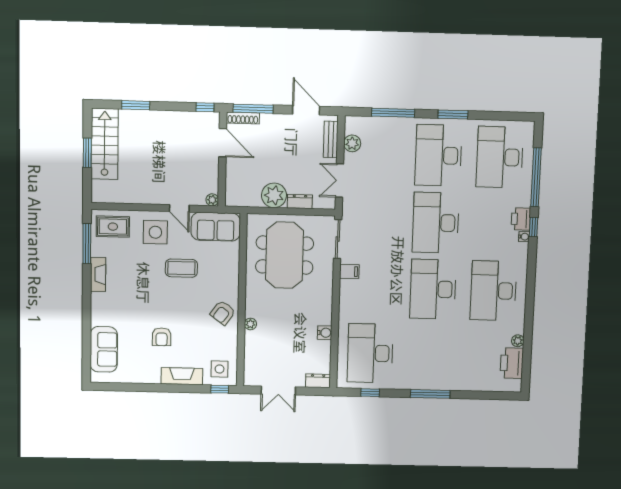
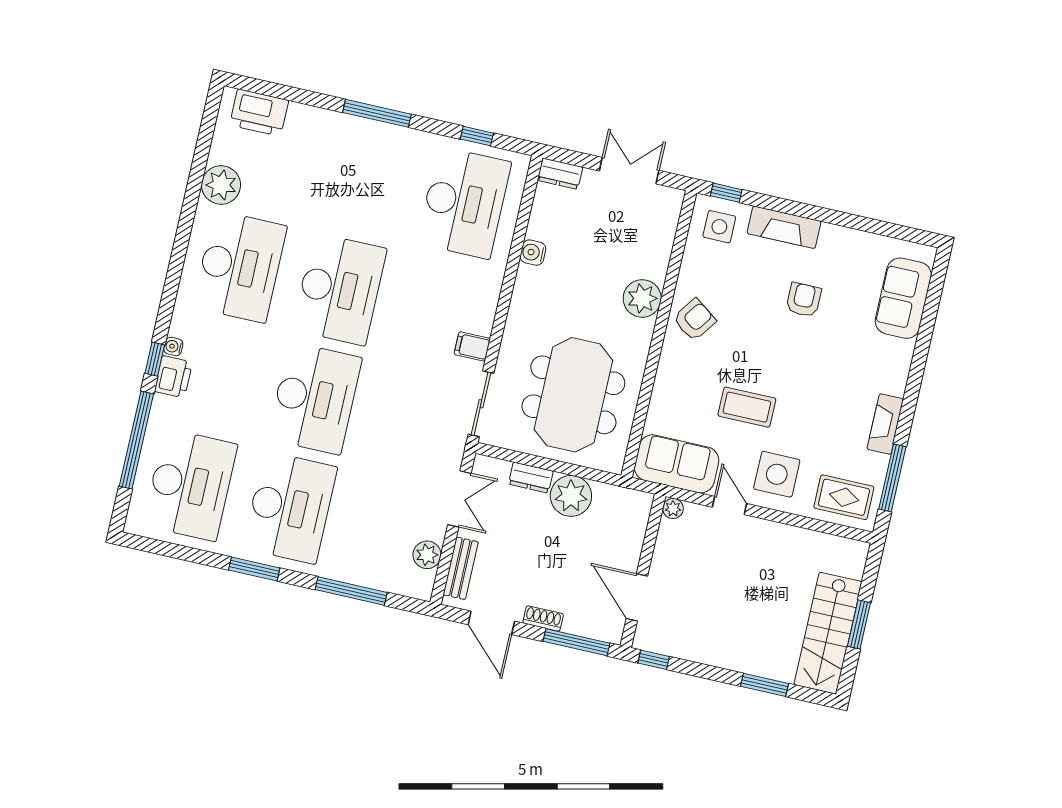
shoe rack: (243, 118) -> (543, 618), moved, width x0.70
plant: (250, 324) -> (642, 298), width x1.87, depth x1.87
plant: (518, 341) -> (221, 185), width x1.88, depth x1.88
printer: (512, 363) -> (259, 113), moved, turned 90

